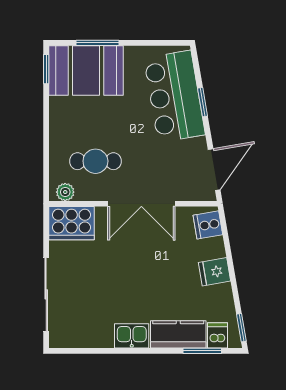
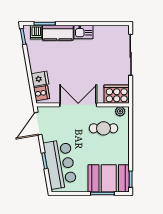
fridge: (214, 272) -> (40, 79), moved

